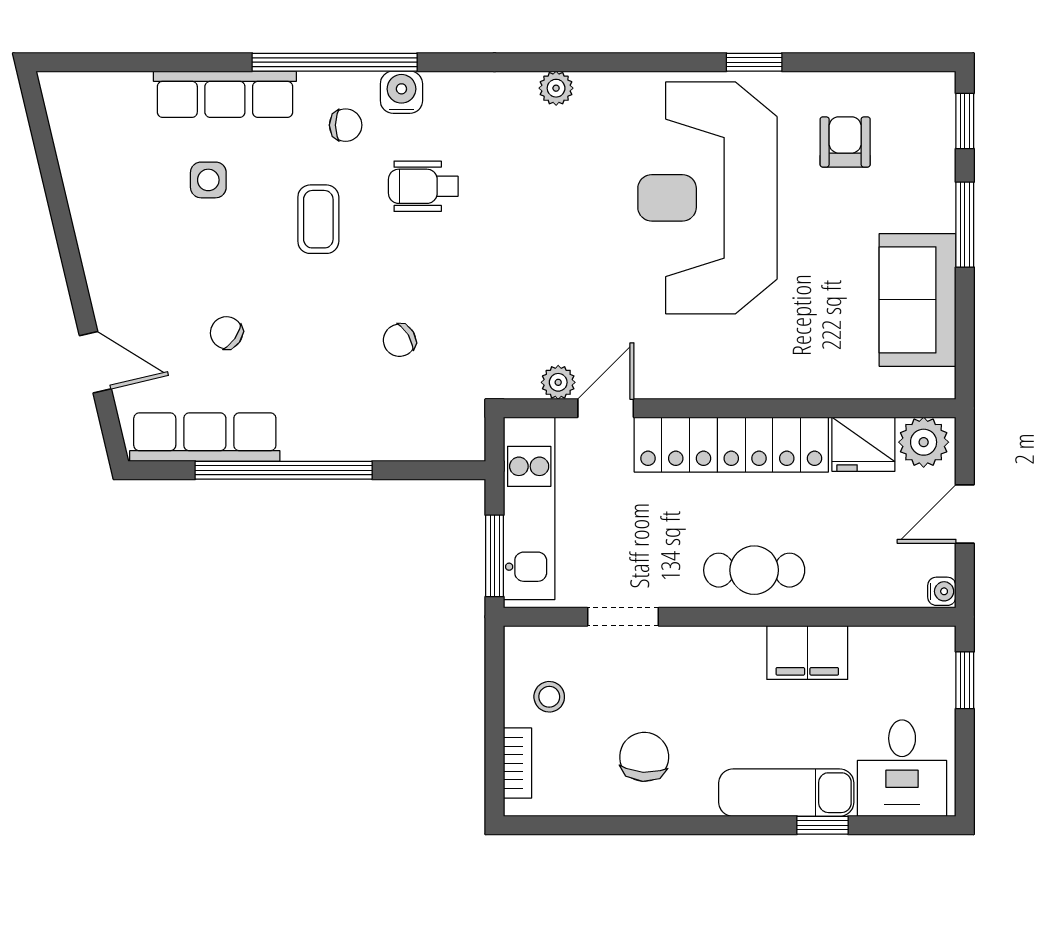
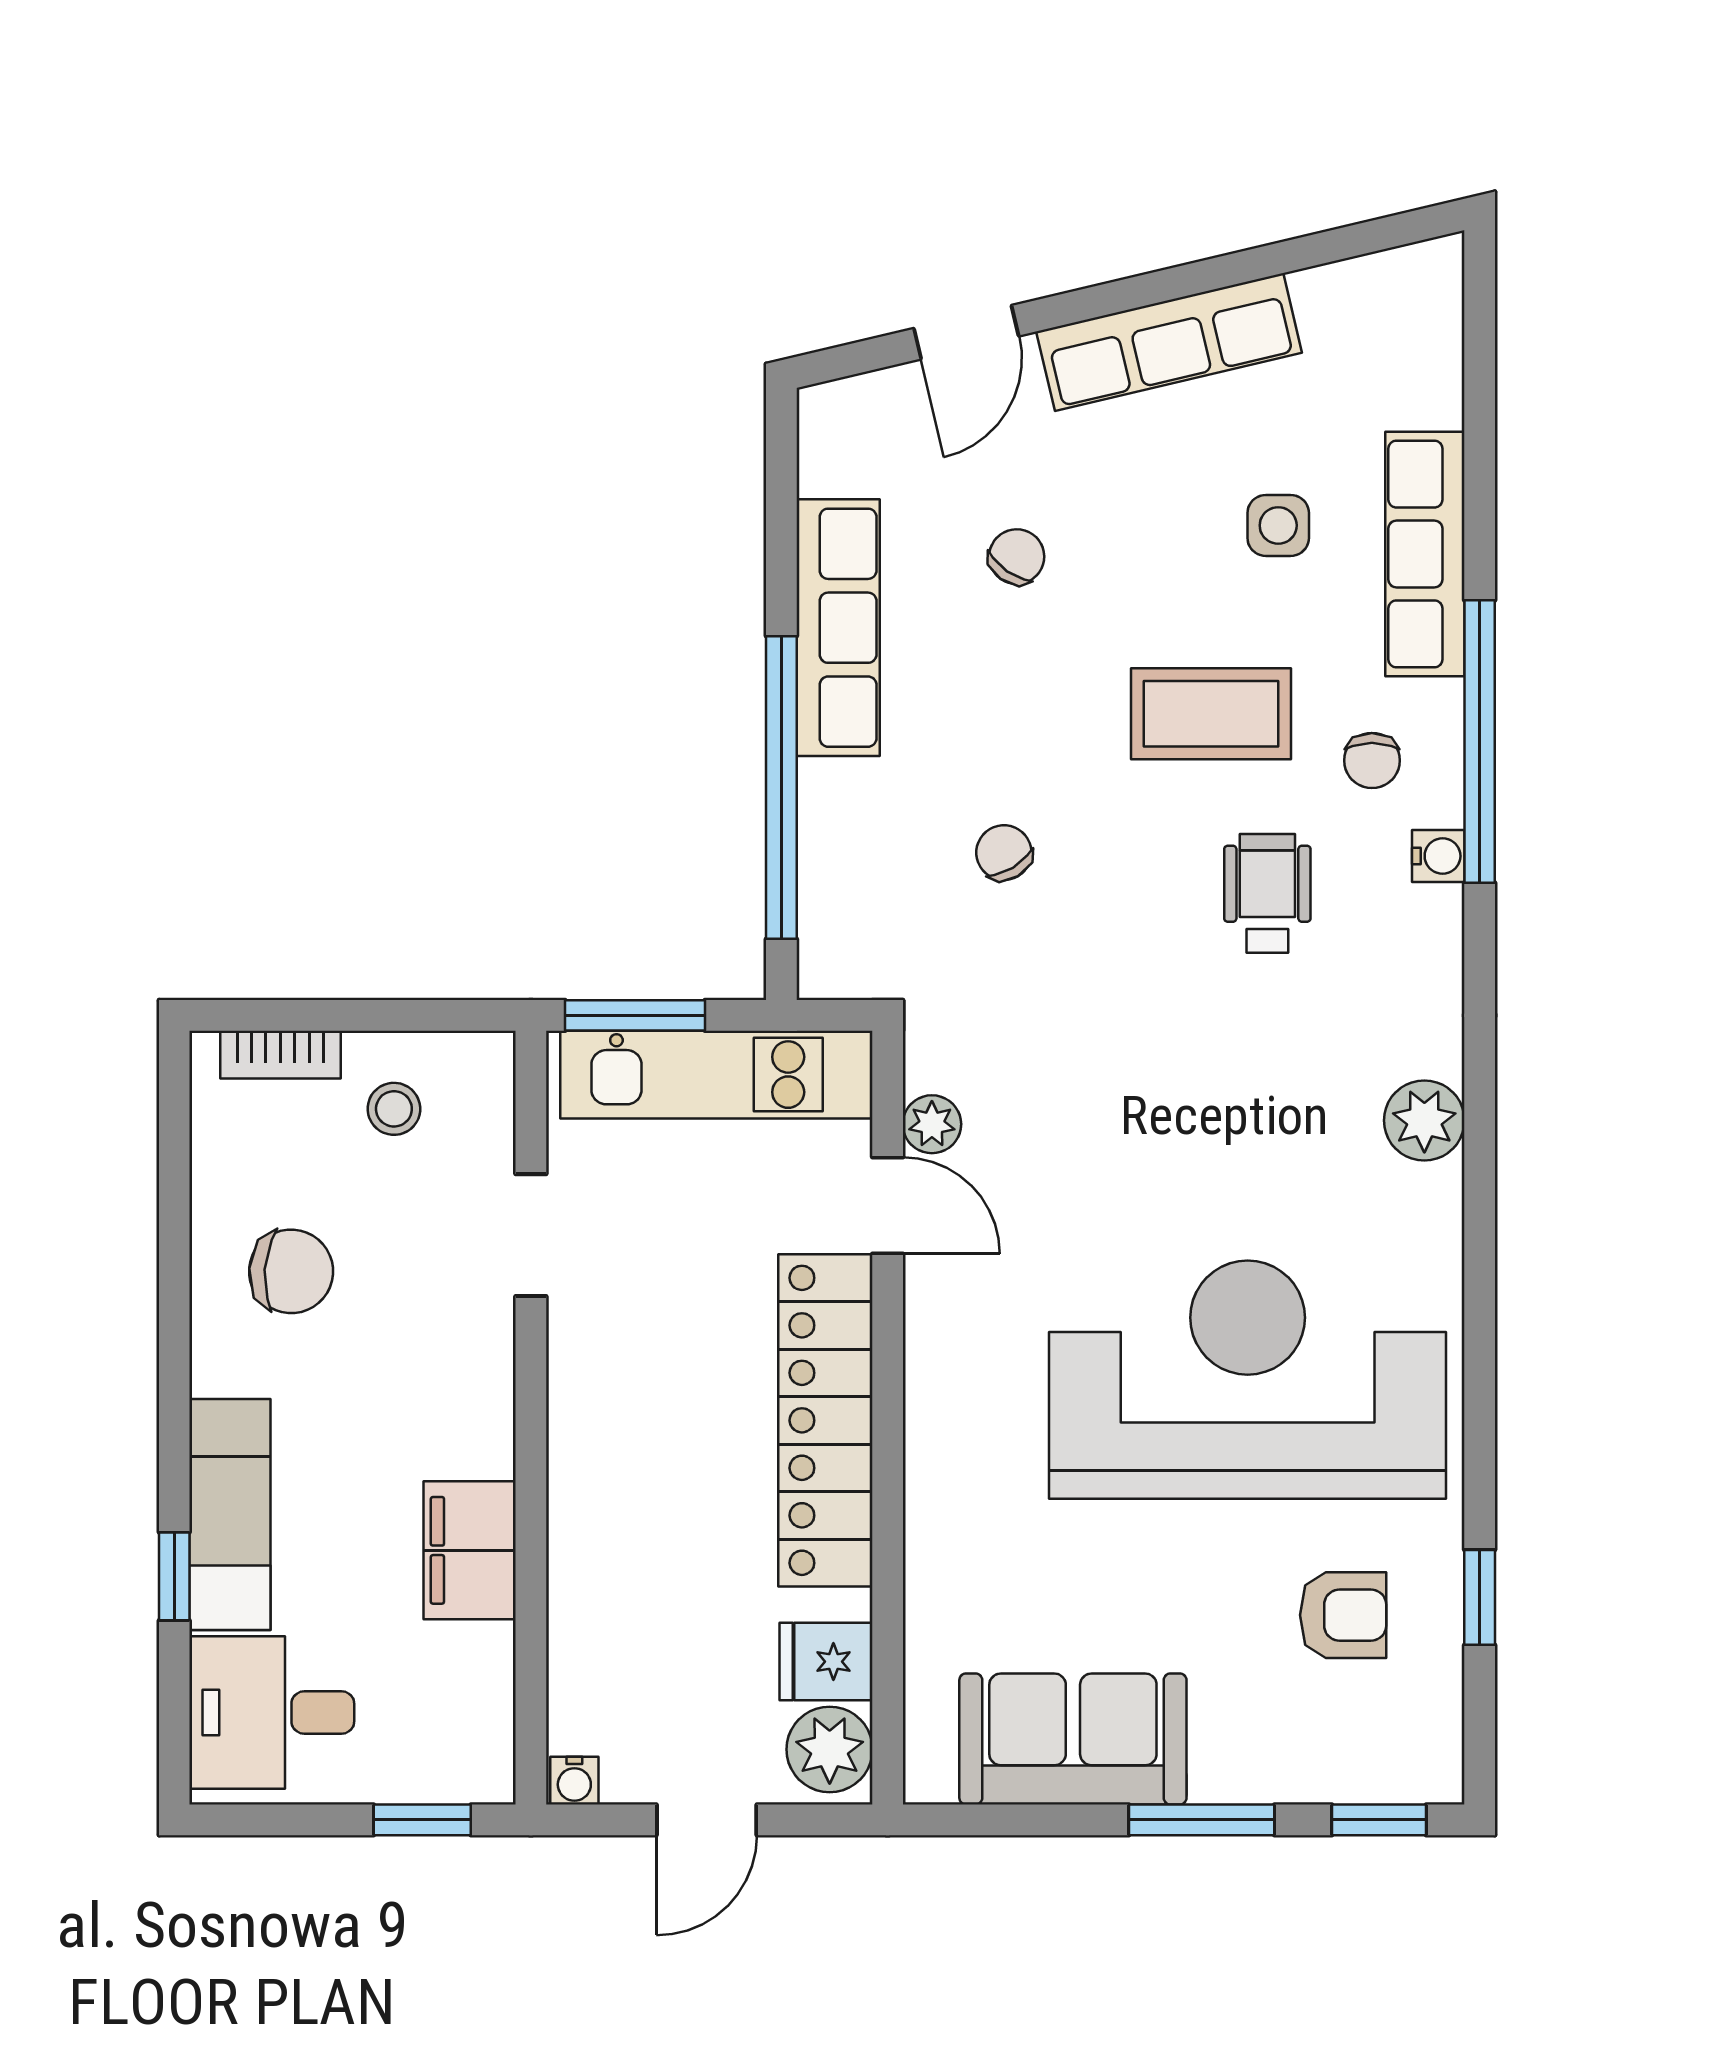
window: (754, 62) -> (1480, 1597), moved
plant: (556, 88) -> (1424, 1120), width x1.38, depth x1.38
water cooler: (401, 92) -> (1438, 856), width x0.72, depth x0.72
coffee table: (318, 219) -> (1211, 714), width x1.36, depth x1.30
row of seats: (101, 244) -> (1169, 342), added
row of seats: (205, 437) -> (838, 628), moved
fridge: (863, 444) -> (826, 1662), width x0.72
window: (284, 470) -> (781, 788), moved
door: (965, 514) -> (707, 1820), swing flipped
cafe table: (754, 570) -> (611, 1459), removed

